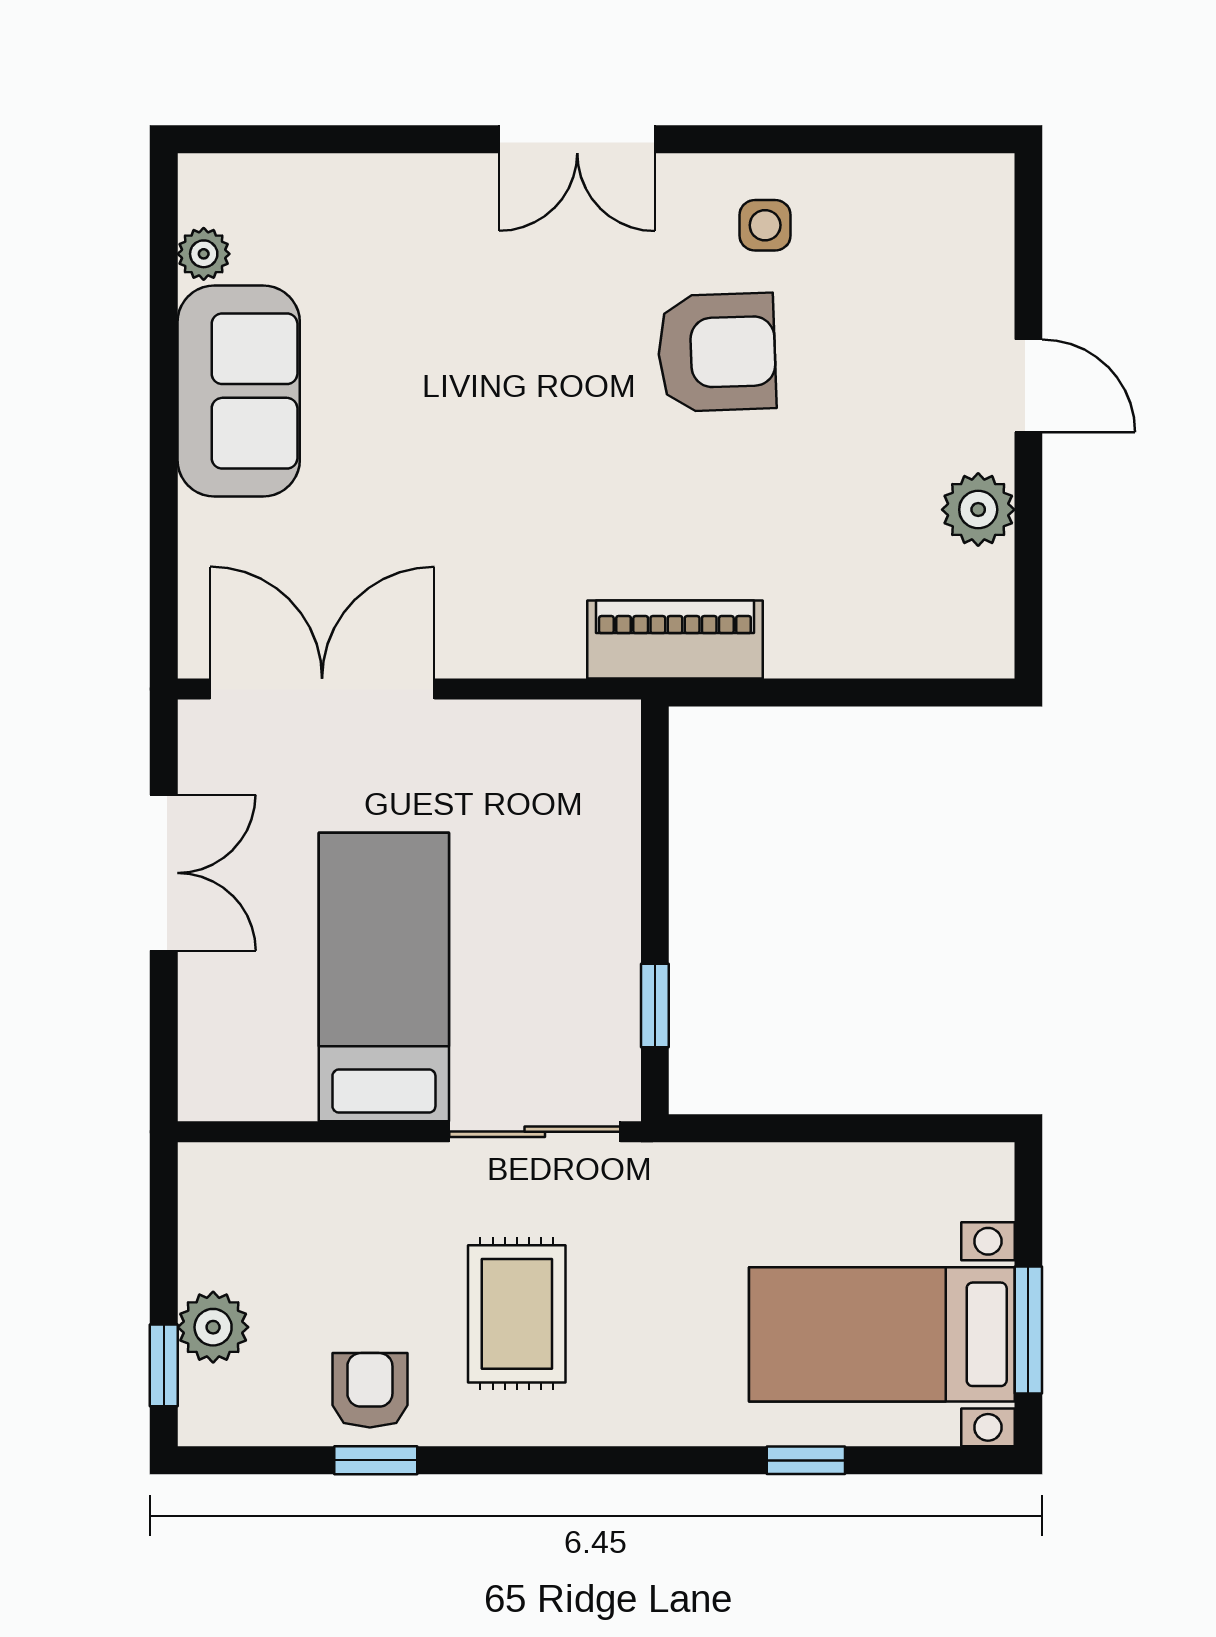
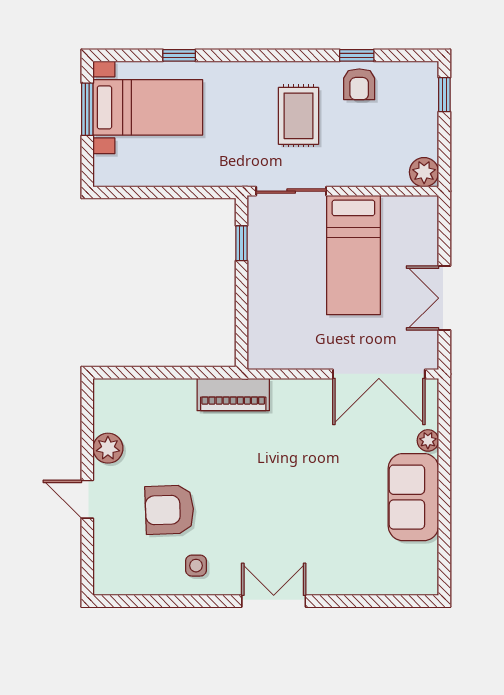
plant: (204, 254) -> (428, 440), moved
armchair: (717, 352) -> (170, 510), moved
plant: (213, 1327) -> (424, 172), moved

